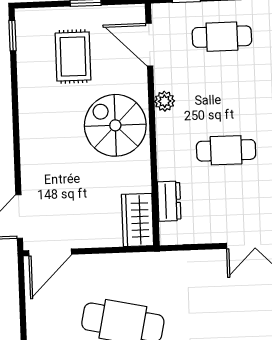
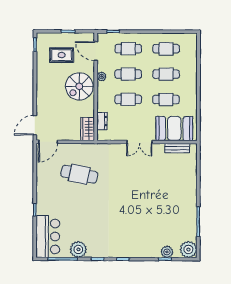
rug: (73, 56) -> (62, 55), turned 90
cafe table: (224, 93) -> (128, 74), added
spiral stairs: (115, 125) -> (79, 86), turned -90

